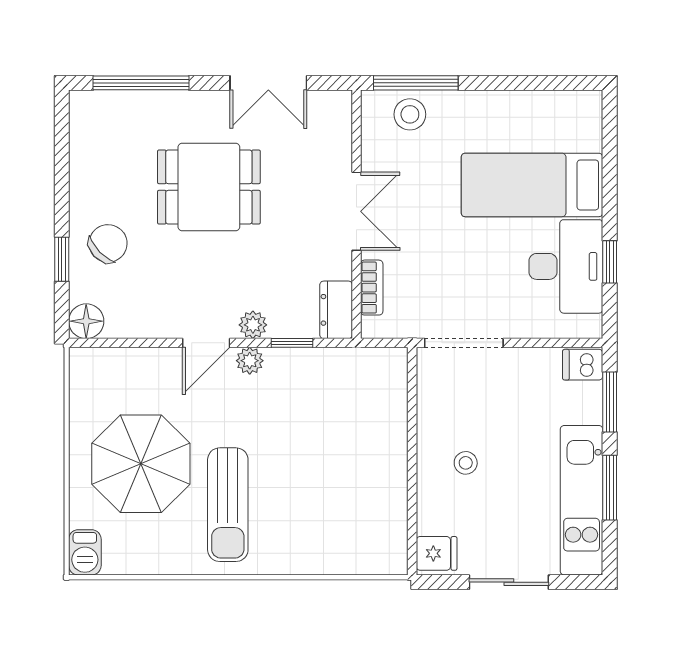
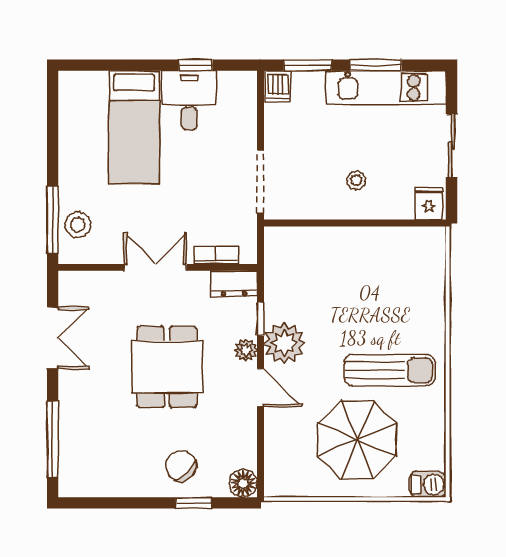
dining table: (209, 187) -> (167, 367), moved
desk: (566, 266) -> (189, 100), width x0.73
plant: (250, 361) -> (284, 343), width x1.88, depth x1.88

